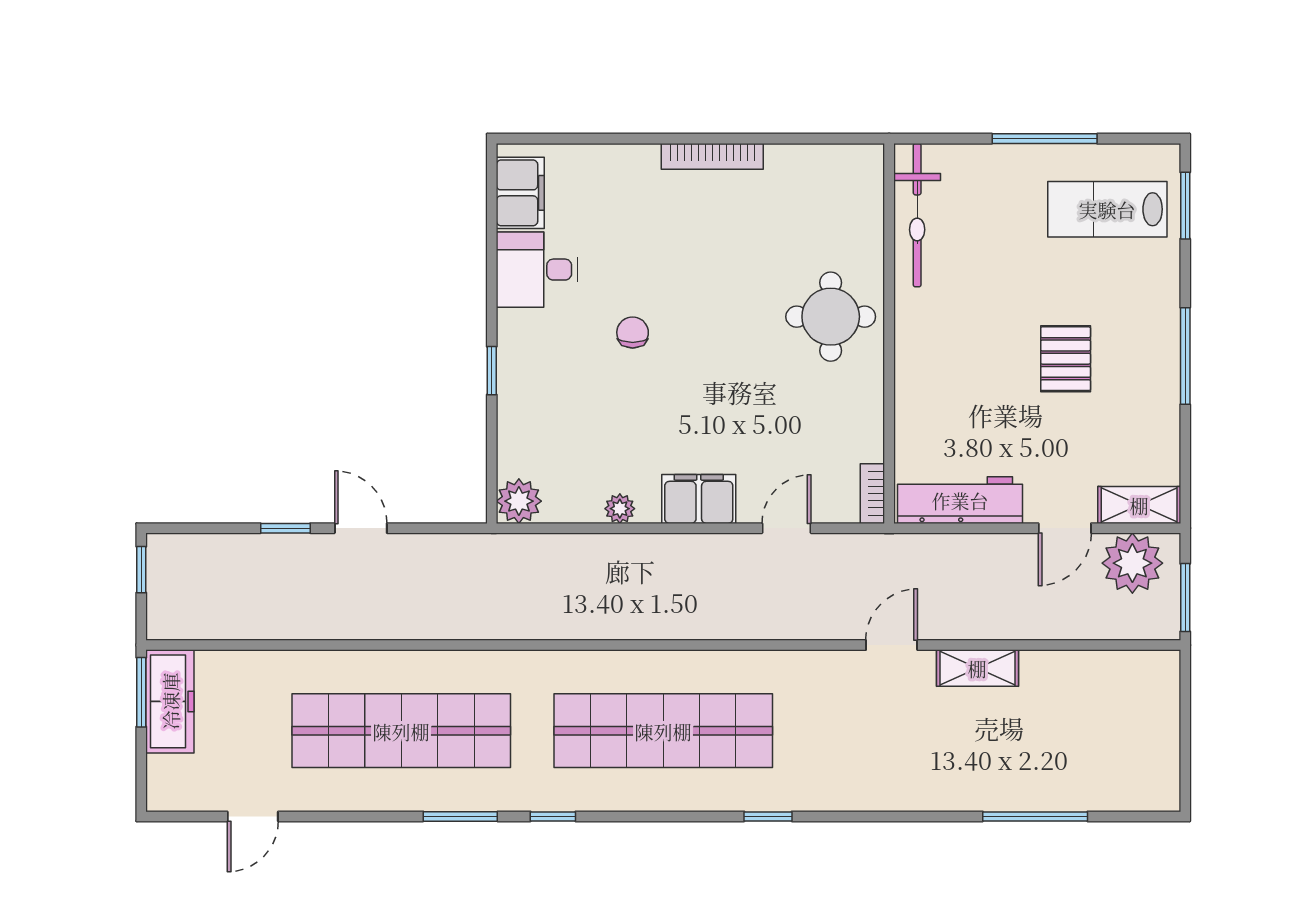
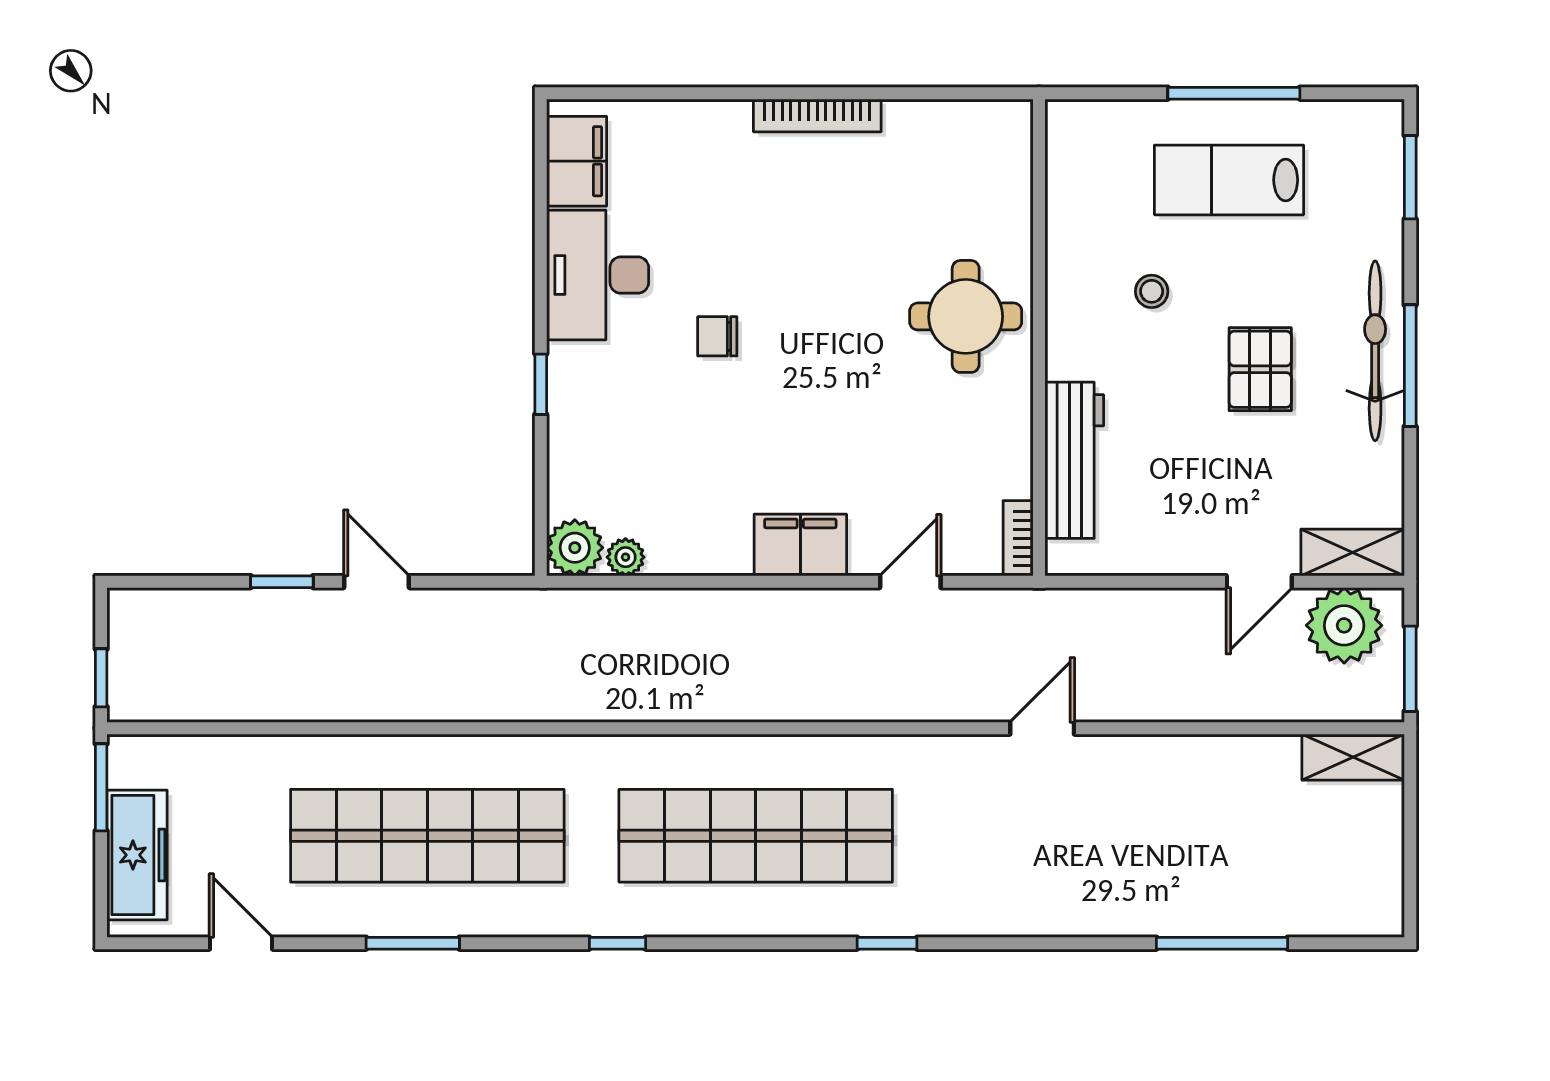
lab bench: (1107, 209) -> (1229, 180), moved
bicycle: (917, 215) -> (1375, 351), moved, turned 180
desk: (537, 270) -> (598, 275), width x1.37
stool: (979, 297) -> (1152, 291), added
chair: (633, 332) -> (717, 336), turned -90
workbench: (960, 500) -> (1074, 460), moved, turned 90
plant: (620, 509) -> (626, 557), moved
window: (141, 570) -> (101, 678), moved
shelving: (977, 668) -> (1353, 757), moved
freezer: (170, 701) -> (137, 855), moved
door: (253, 816) -> (241, 943), swing flipped
window: (460, 816) -> (413, 943), moved

